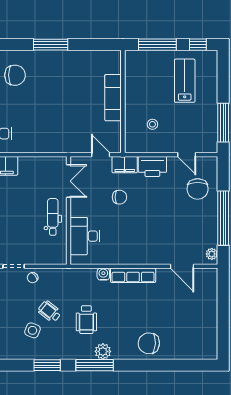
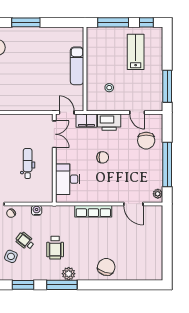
double door: (68, 181) -> (54, 134), moved
chair: (120, 197) -> (103, 157), moved
wall: (68, 210) -> (54, 158), moved
desk: (85, 236) -> (68, 179), moved
water cooler: (103, 274) -> (37, 210), moved
chair: (149, 343) -> (106, 267), turned 105

